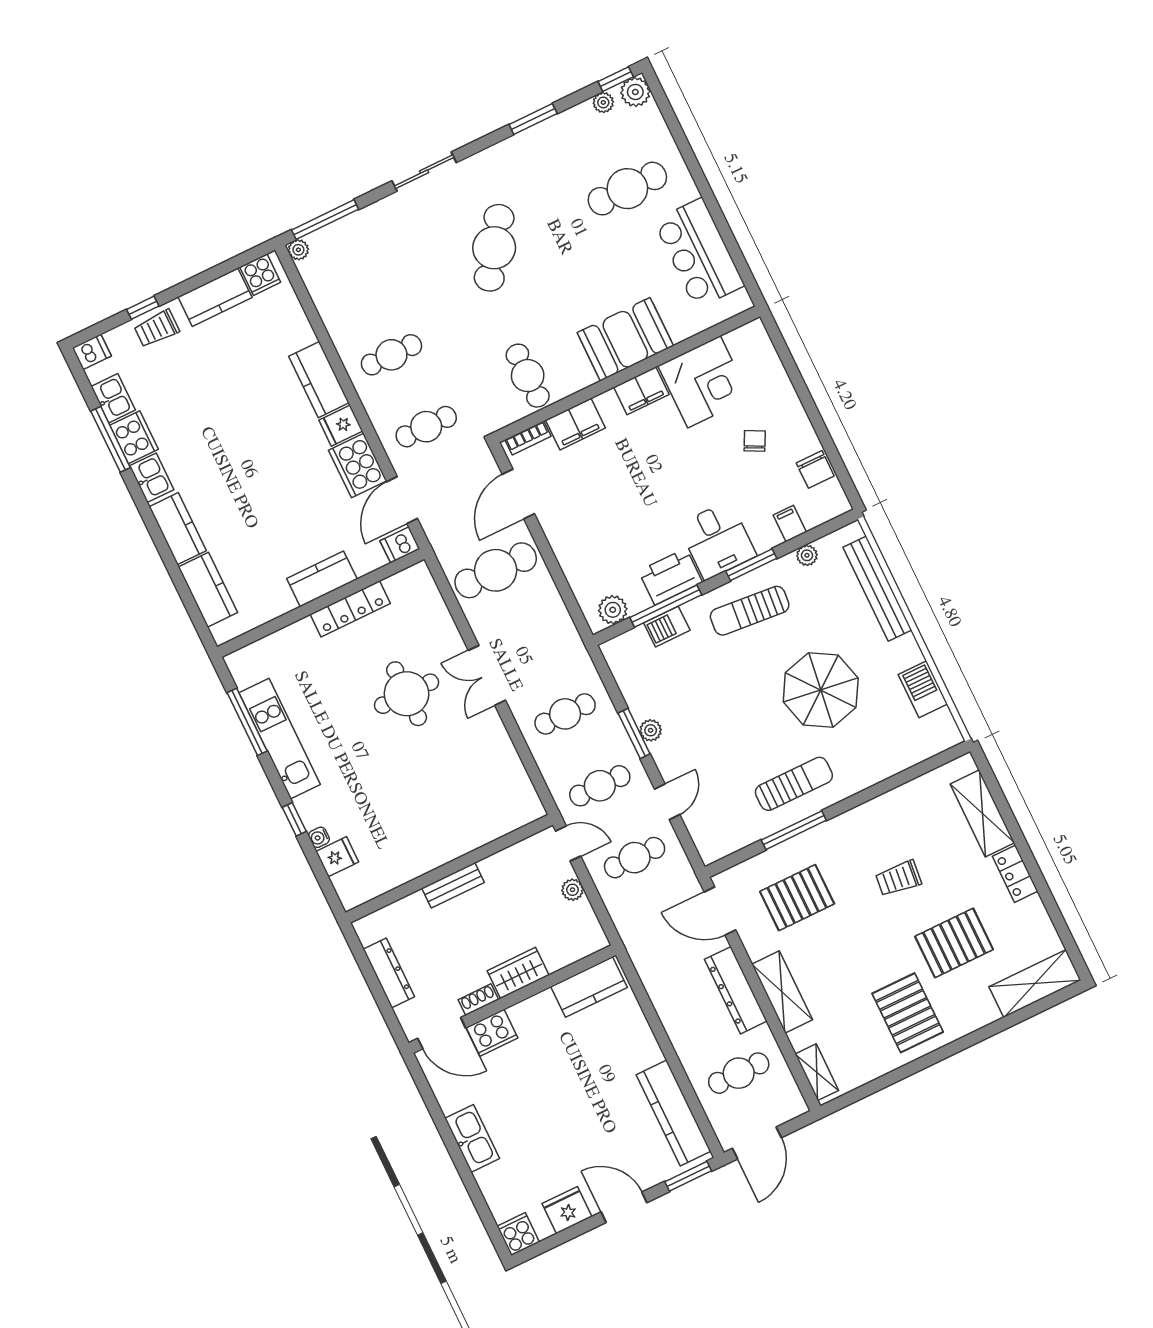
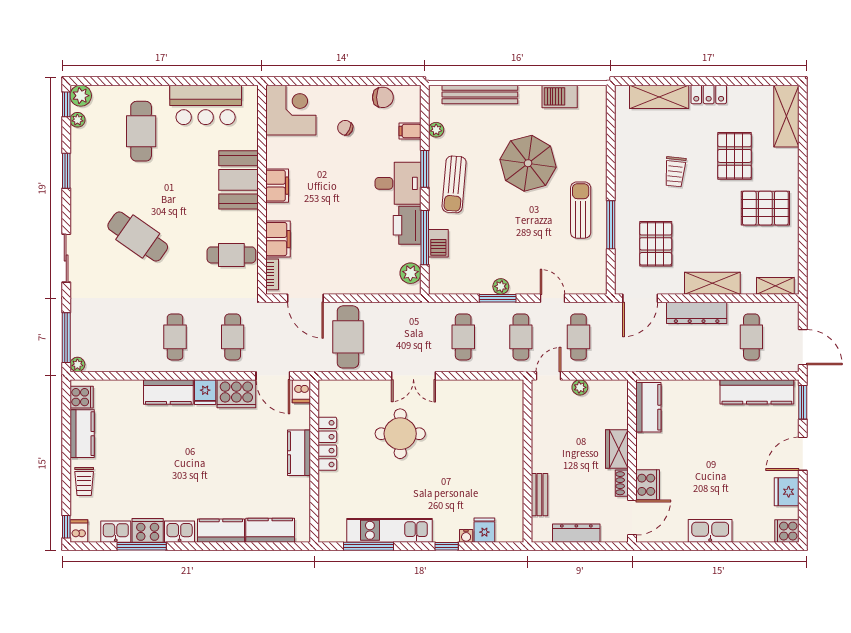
window: (143, 308) -> (66, 527), moved
corner desk: (704, 382) -> (291, 110), moved
bench: (453, 885) -> (539, 495), moved

